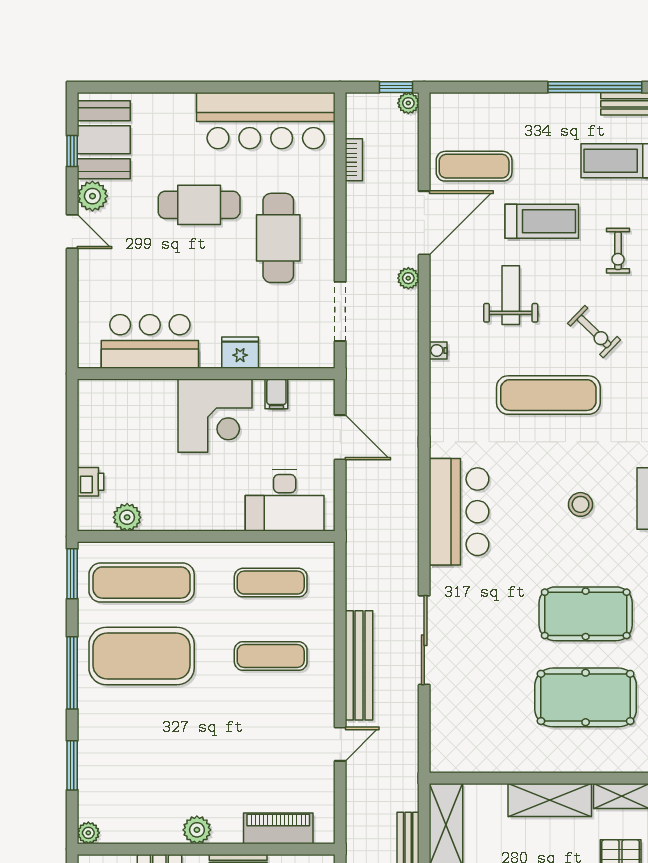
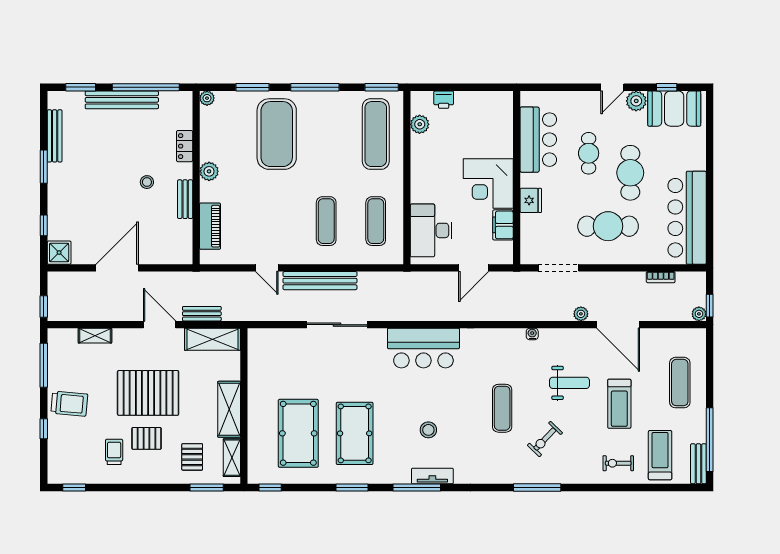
exercise mat: (474, 166) -> (680, 383), moved
exercise bike: (618, 251) -> (618, 463), moved
cafe table: (170, 267) -> (589, 153), added
filing cabinet: (276, 394) -> (503, 225), width x2.00
exercise mat: (548, 395) -> (502, 408), width x0.73, depth x0.69
exercise mat: (142, 656) -> (277, 134), moved

